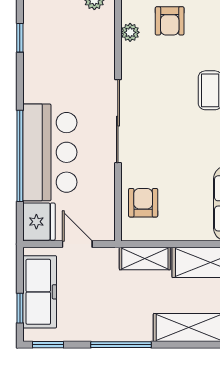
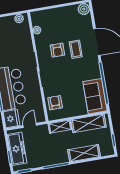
armchair: (170, 21) -> (57, 50), moved
door: (77, 244) -> (30, 125), hinge flipped

